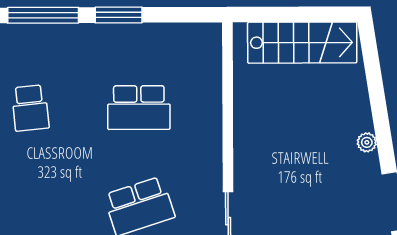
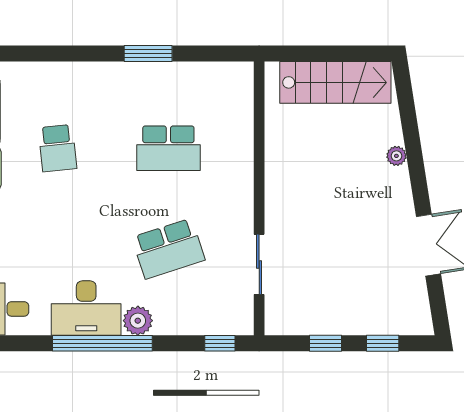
window: (43, 15) -> (71, 54), removed
plant: (367, 142) -> (396, 156), moved

